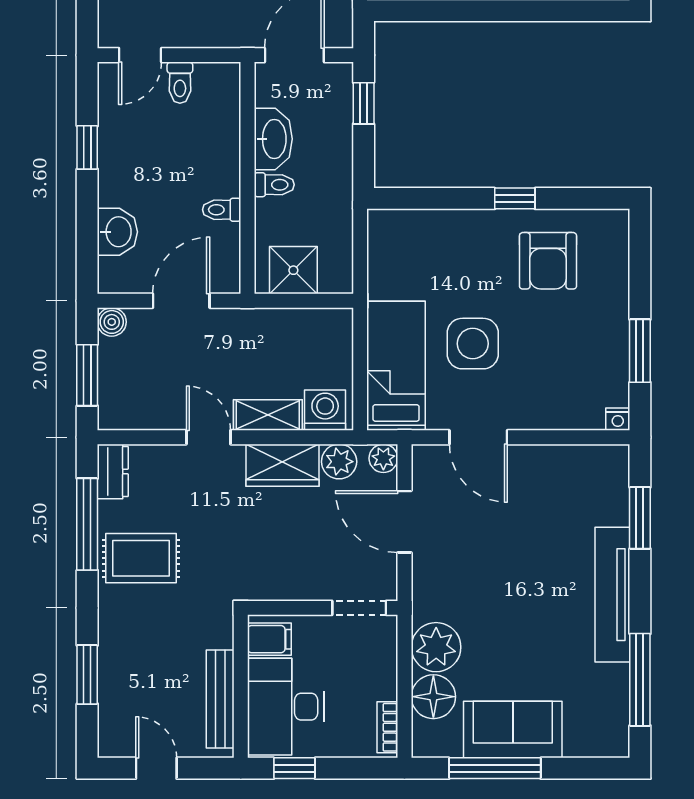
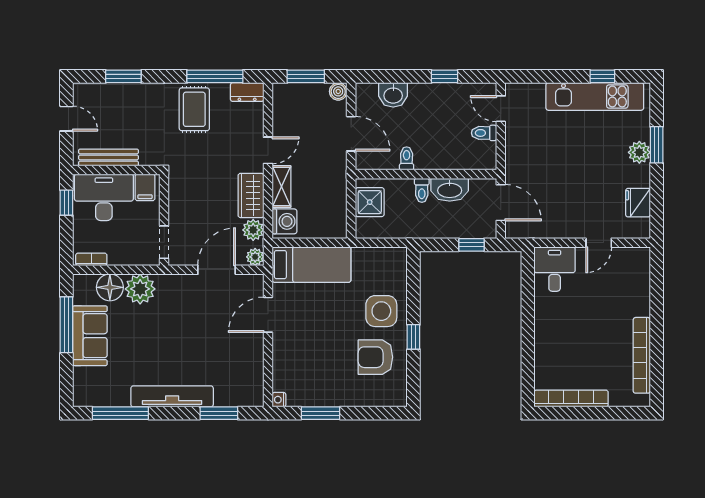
side table: (473, 344) -> (381, 311), moved
door: (156, 768) -> (66, 119), hinge flipped

